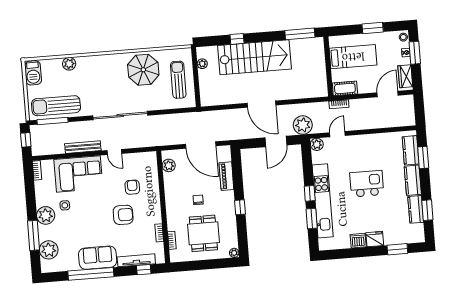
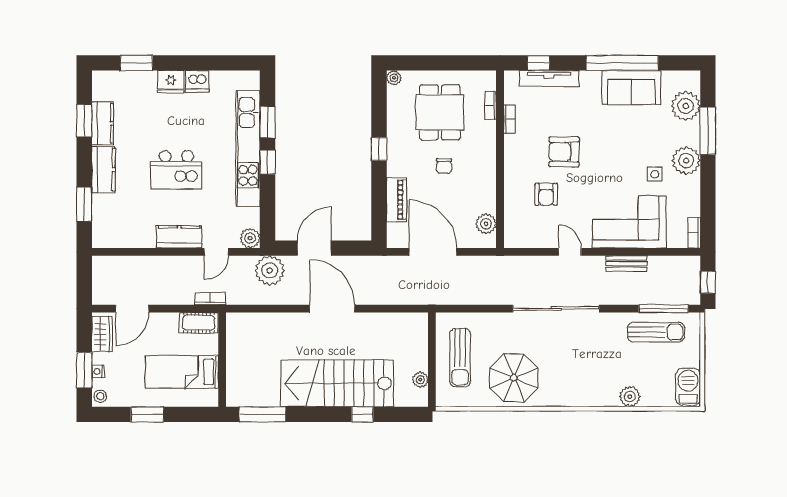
sun lounger: (56, 106) -> (656, 332), width x0.73, depth x0.75
bench: (83, 147) -> (626, 264), width x0.73
kitchen counter: (411, 150) -> (179, 237), moved, turned -90
sofa: (98, 258) -> (631, 87), moved

